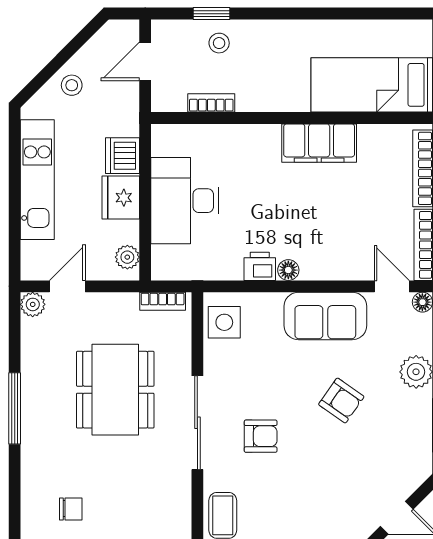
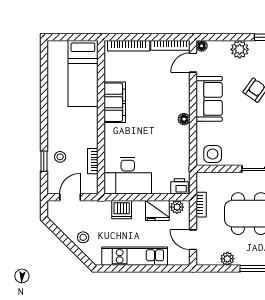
door: (145, 61) -> (70, 197), swing flipped
fridge: (121, 198) -> (157, 211), moved
desk: (185, 201) -> (128, 176), moved
printer: (260, 266) -> (180, 186), moved, turned 90
bookcase: (163, 301) -> (201, 205), moved
plant: (33, 304) -> (227, 259), moved

